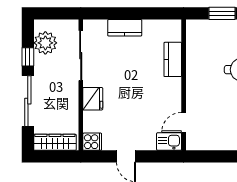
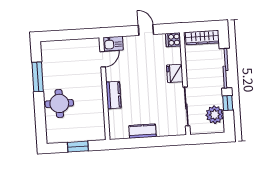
kitchen counter: (125, 28) -> (143, 131), moved
kitchen counter: (173, 59) -> (113, 95), moved

